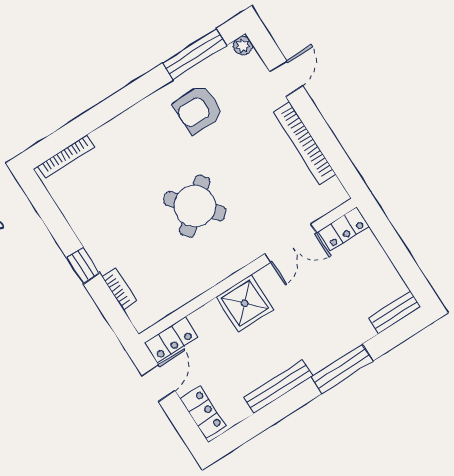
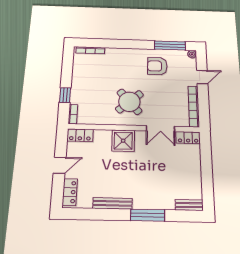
locker: (344, 229) -> (188, 138), moved
double door: (290, 243) -> (160, 129), moved
wall: (248, 271) -> (134, 128), moved
shower: (245, 303) -> (123, 141), moved
locker: (171, 340) -> (80, 135), moved

